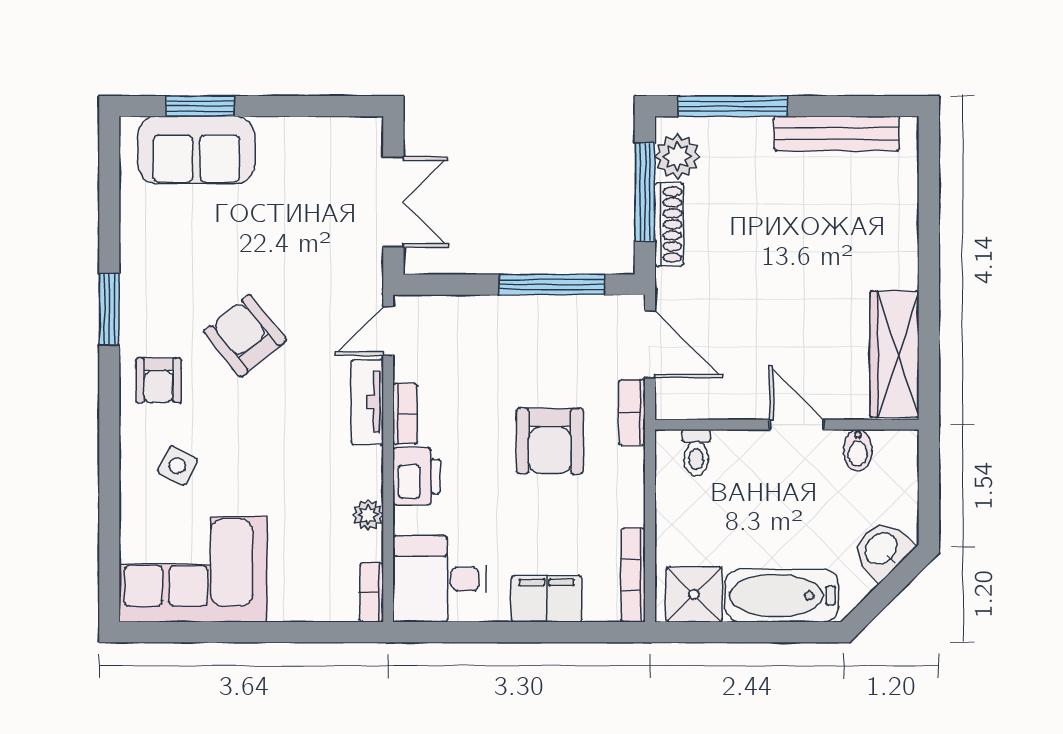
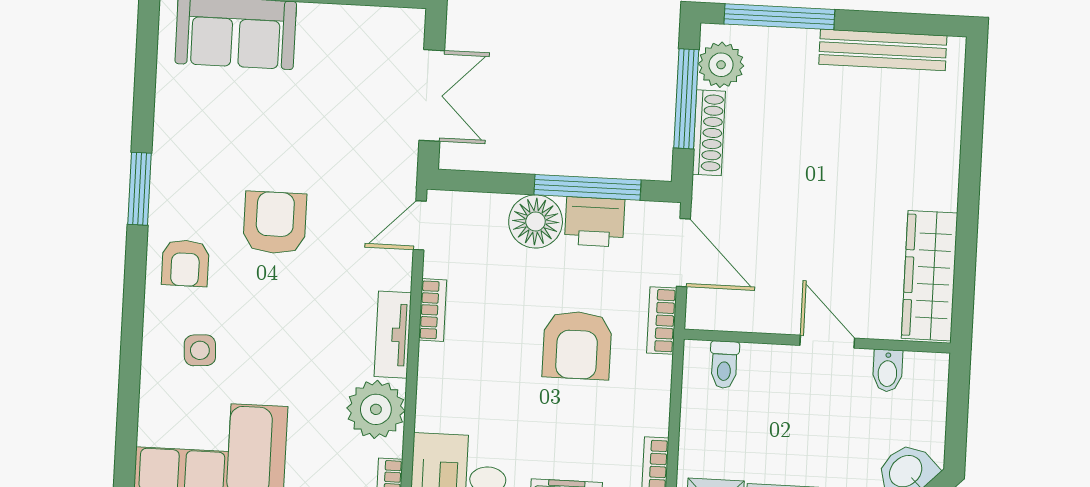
floor lamp: (502, 321) -> (536, 221), added
armchair: (245, 336) -> (275, 223), turned 39
tv unit: (367, 402) -> (393, 335), moved
side table: (177, 466) -> (200, 350), turned -32
printer: (417, 476) -> (595, 222), moved, turned 90
plant: (368, 515) -> (376, 409), width x1.87, depth x1.87

